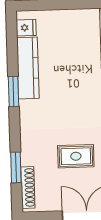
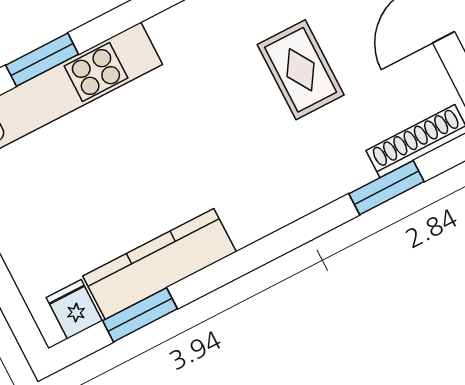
window: (13, 92) -> (140, 315), moved

